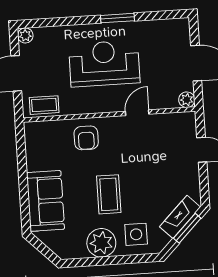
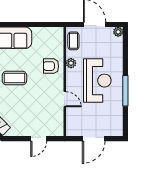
window: (117, 18) -> (125, 91), width x1.44
plant: (187, 100) -> (71, 63), moved

